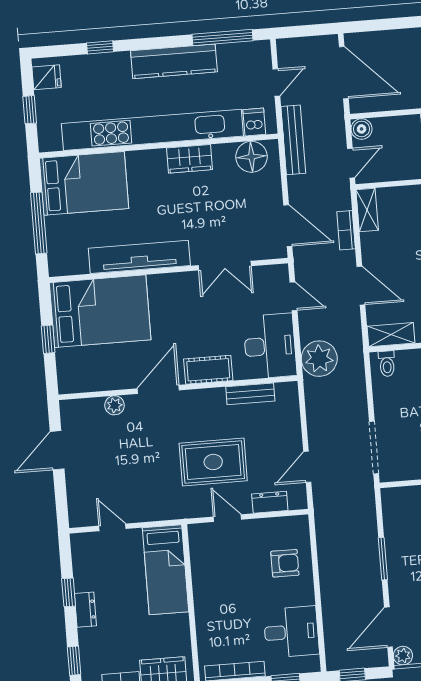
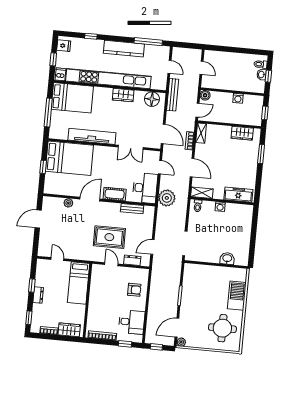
door: (344, 73) -> (201, 68), width x0.53
door: (276, 82) -> (169, 67), hinge flipped
dishwasher: (254, 122) -> (60, 74), moved

